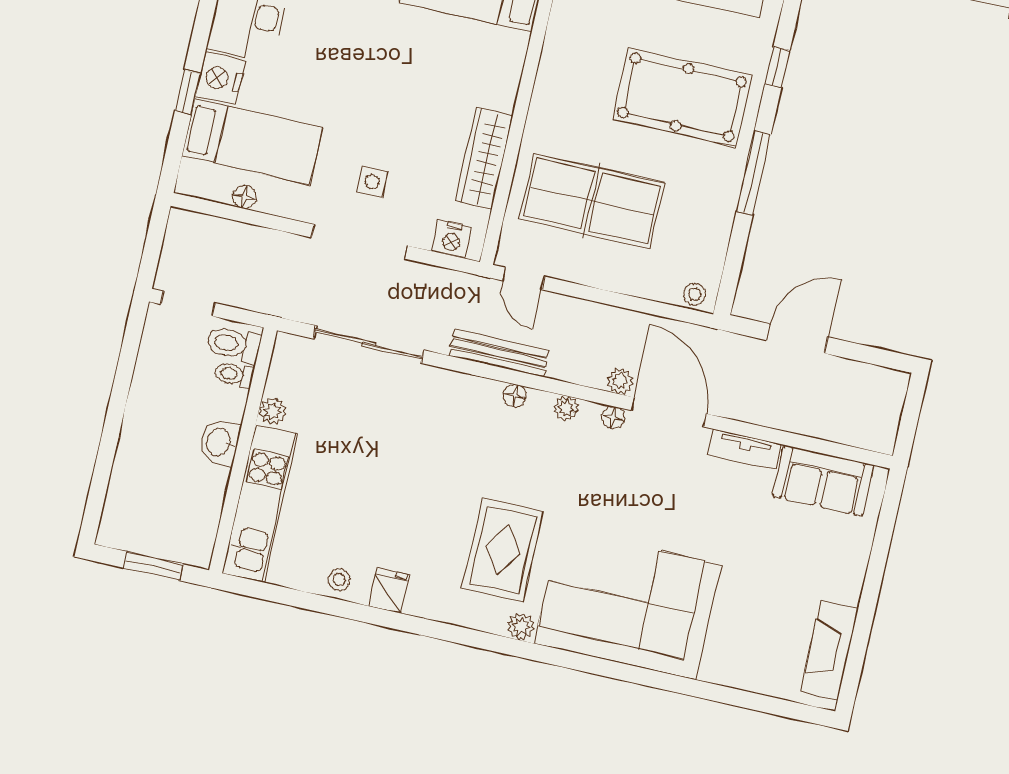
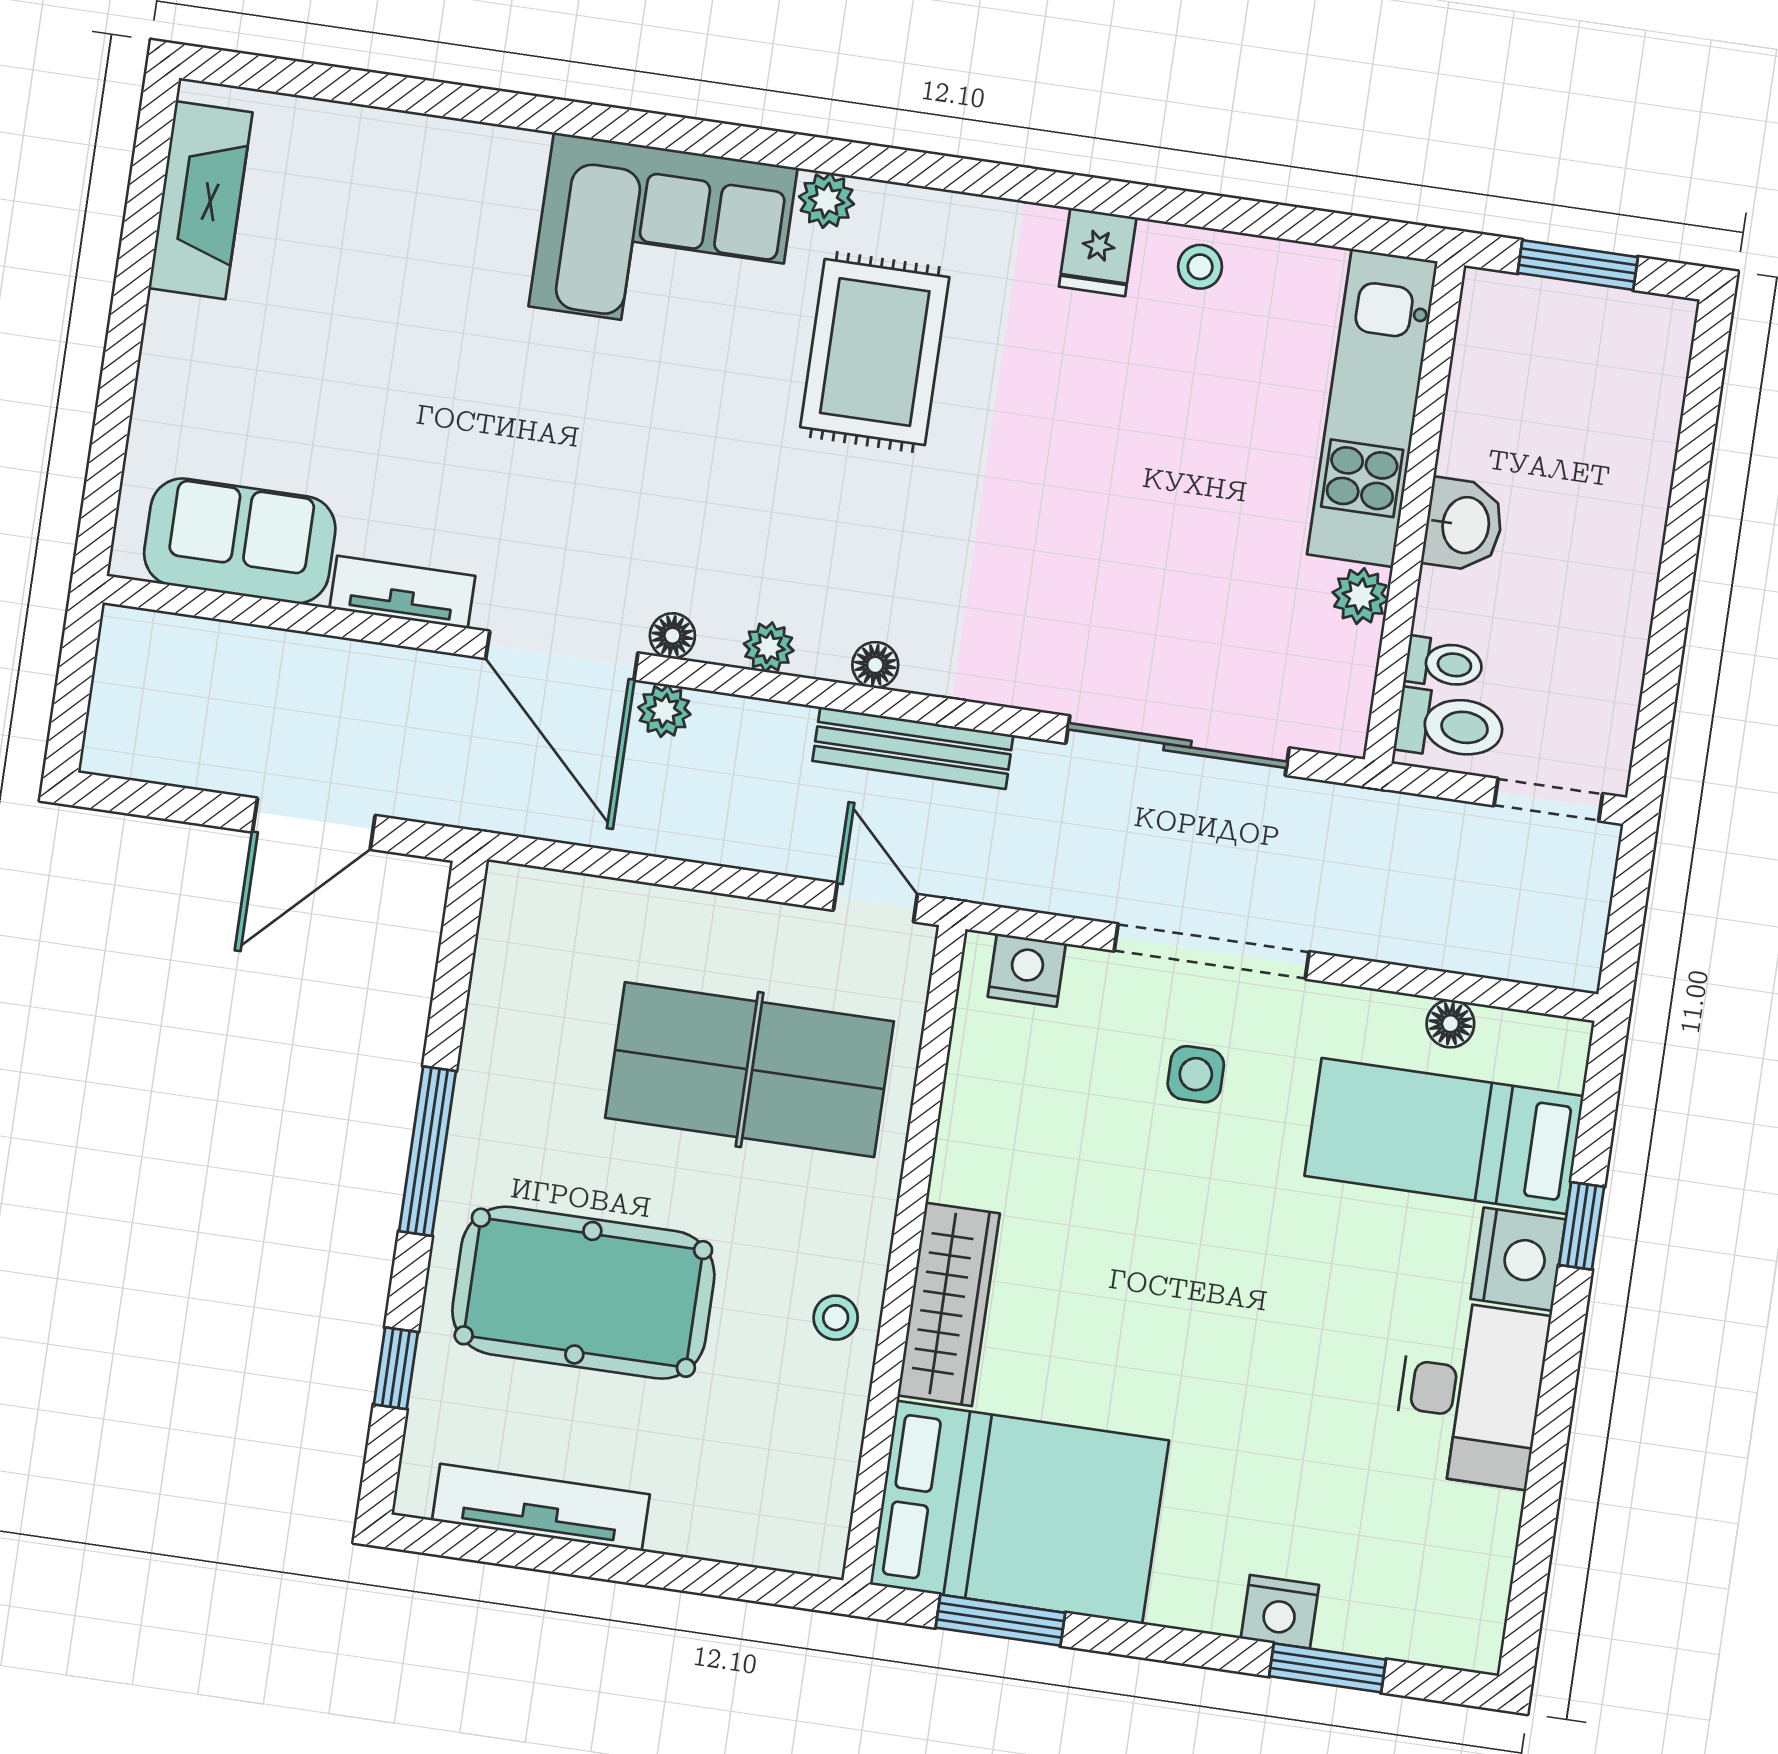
wardrobe: (484, 158) -> (949, 1304), moved
stool: (695, 294) -> (836, 1318), moved
corner sofa: (628, 604) -> (663, 237), width x0.73, depth x0.74

